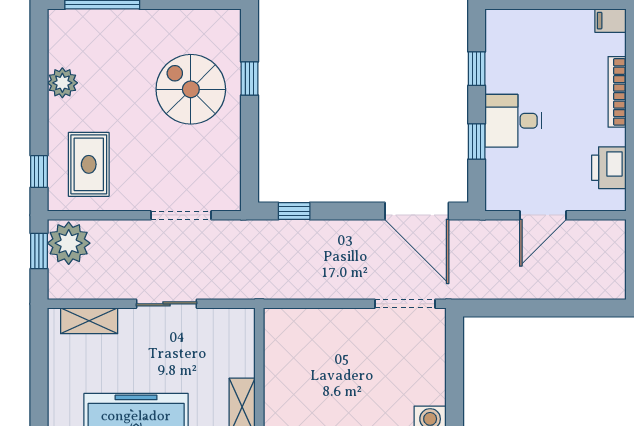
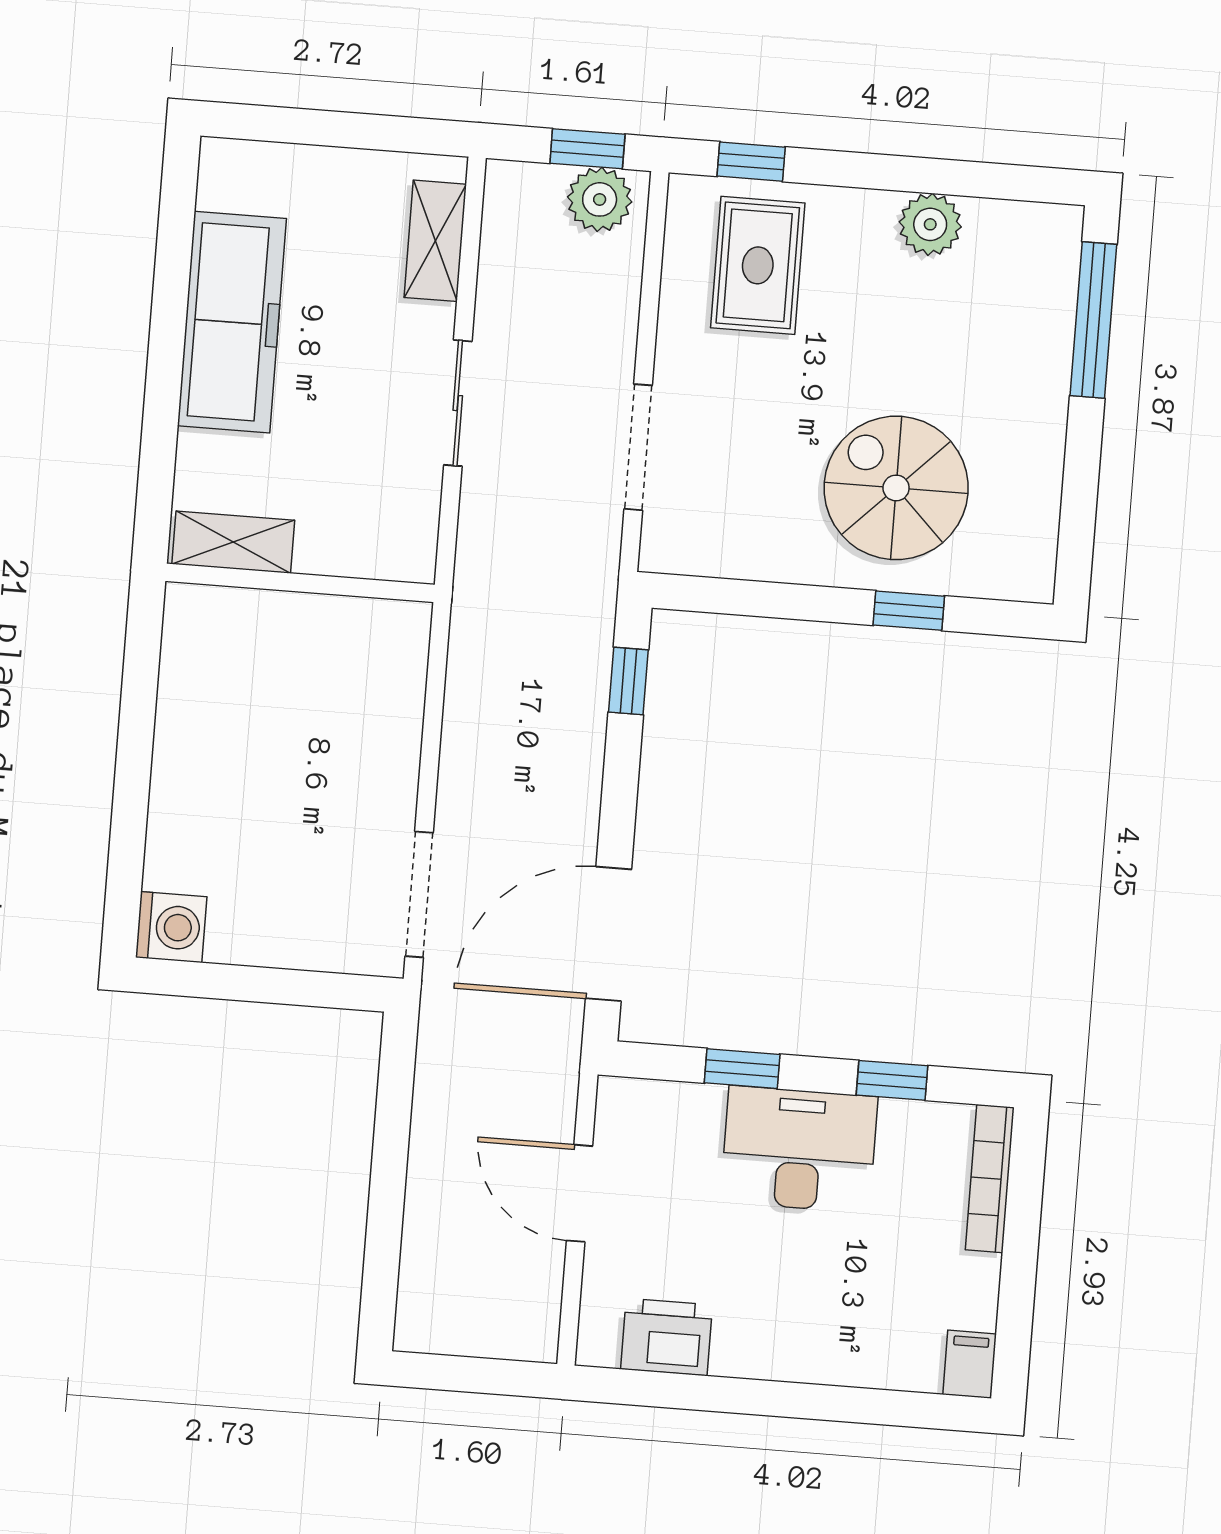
spiral stairs: (191, 89) -> (896, 488), turned -90
bookcase: (617, 92) -> (990, 1179), moved, turned -90
desk: (513, 121) -> (799, 1149), width x1.37
rug: (89, 164) -> (758, 265), turned 90
plant: (69, 243) -> (600, 199), width x0.73, depth x0.73

